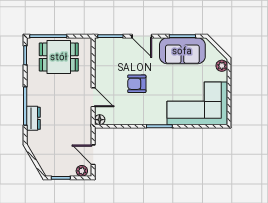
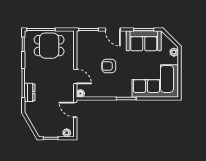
door: (93, 155) -> (75, 110), moved

